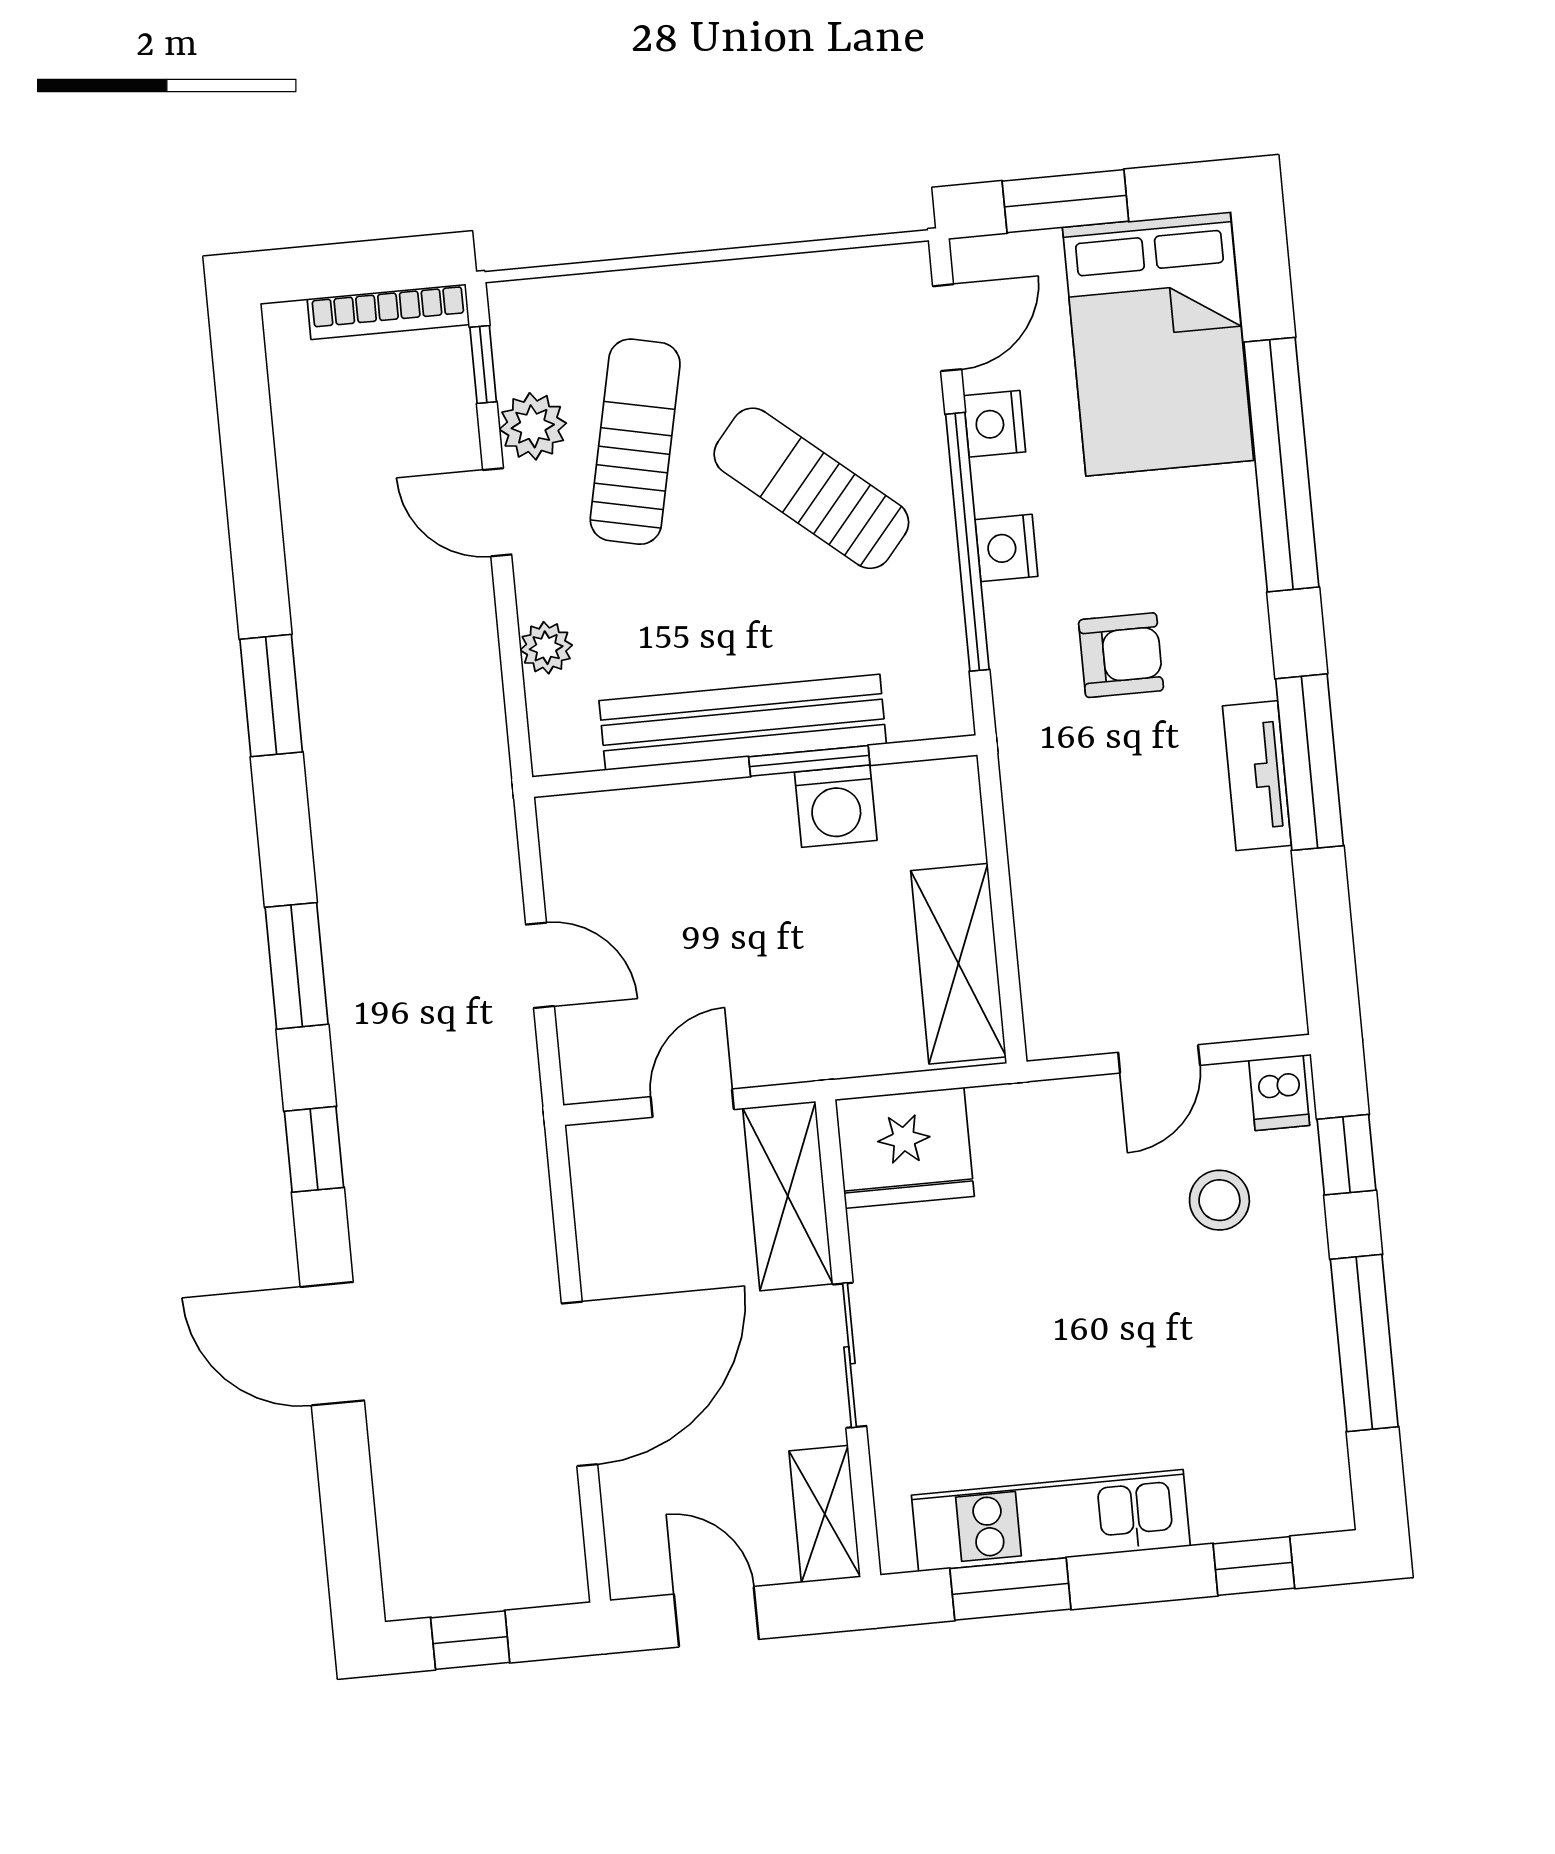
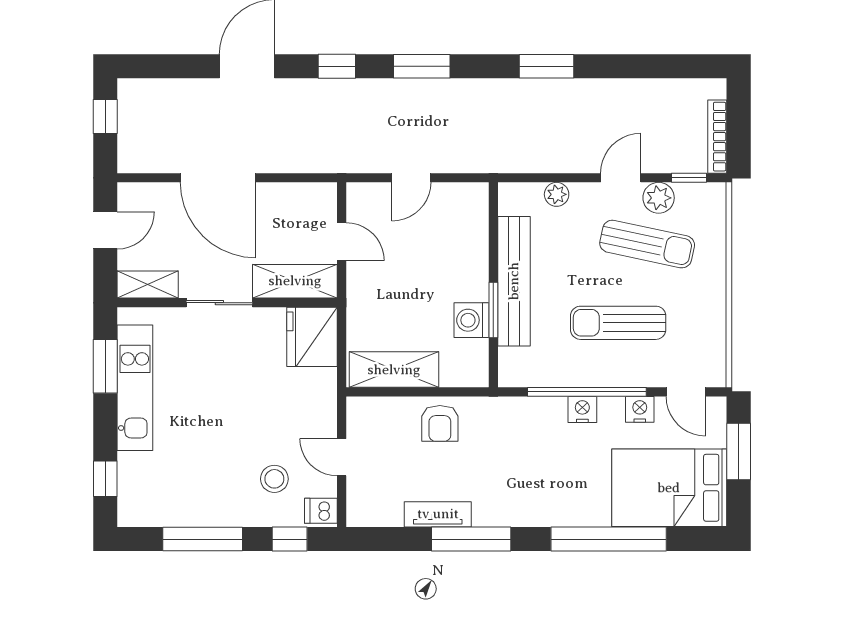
sun lounger: (811, 488) -> (618, 323), turned -130
armchair: (1121, 655) -> (440, 423), moved
tv unit: (1257, 776) -> (438, 514), moved

